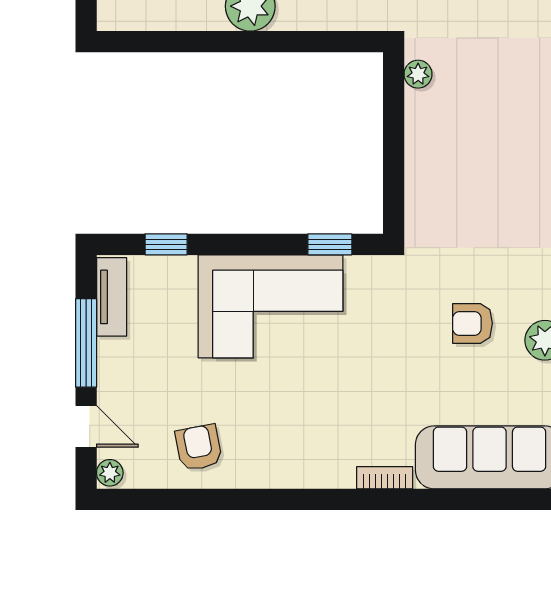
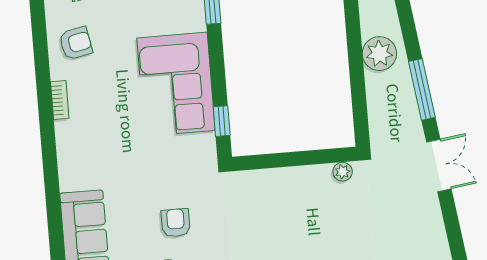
bookcase: (385, 478) -> (60, 100), moved

